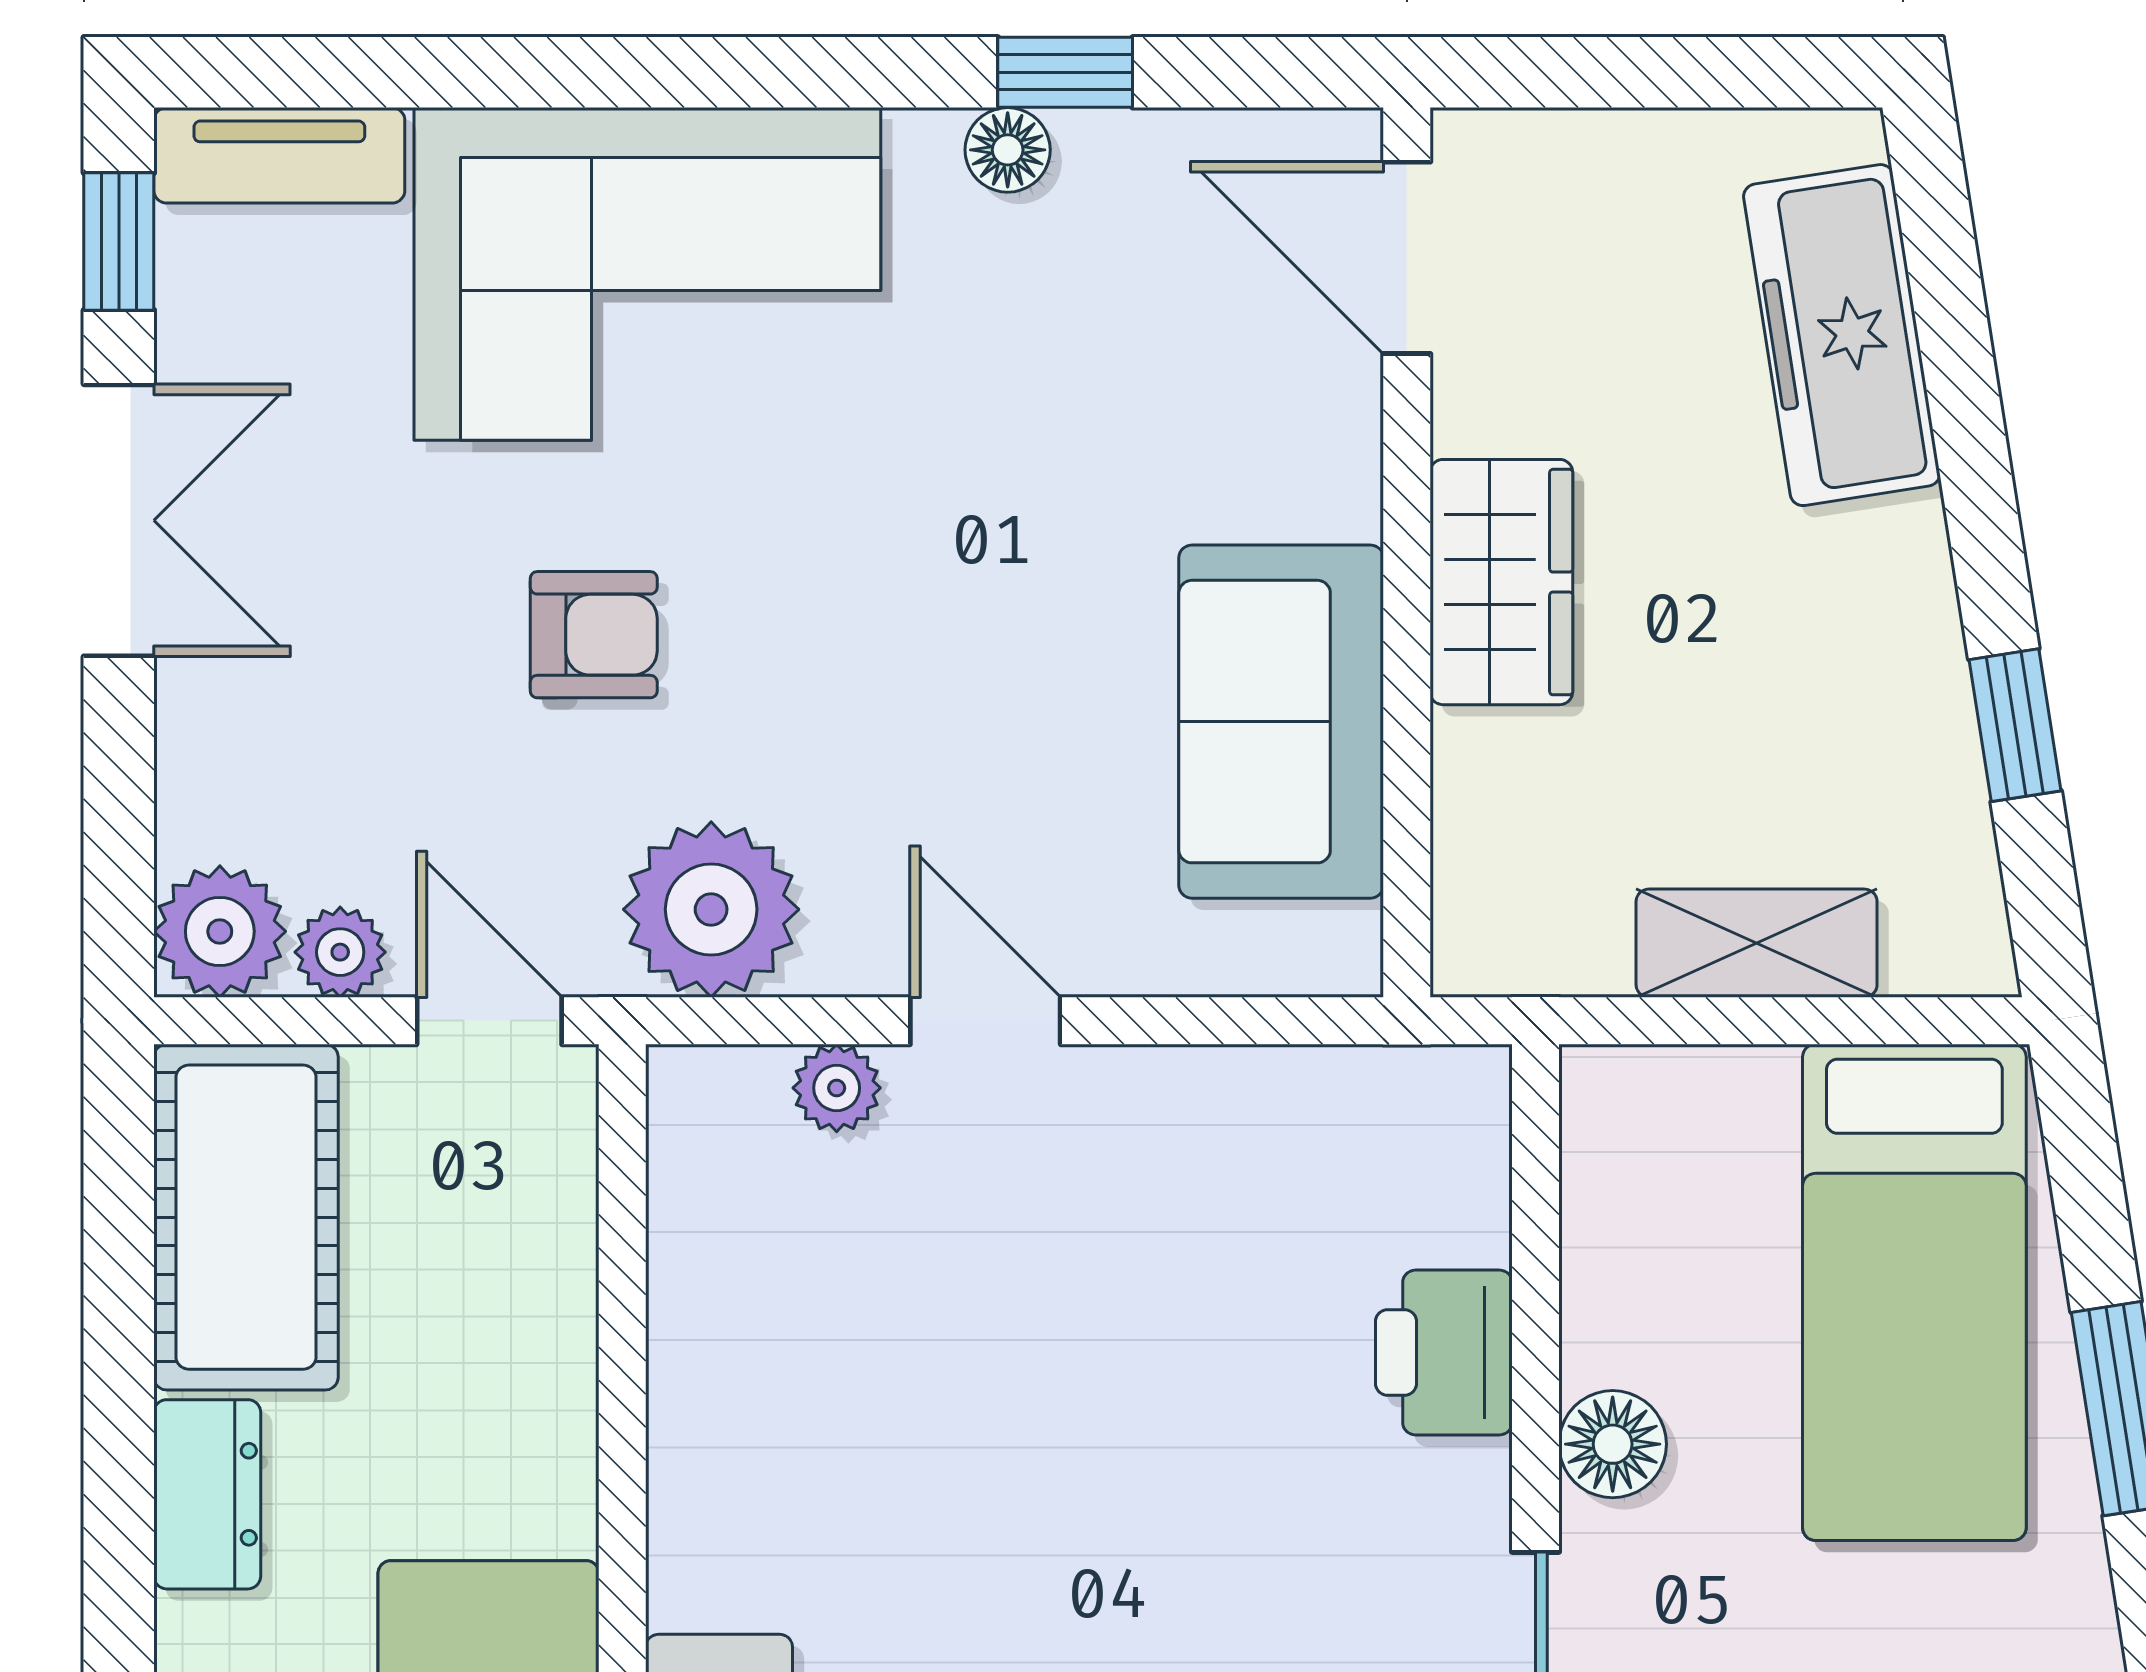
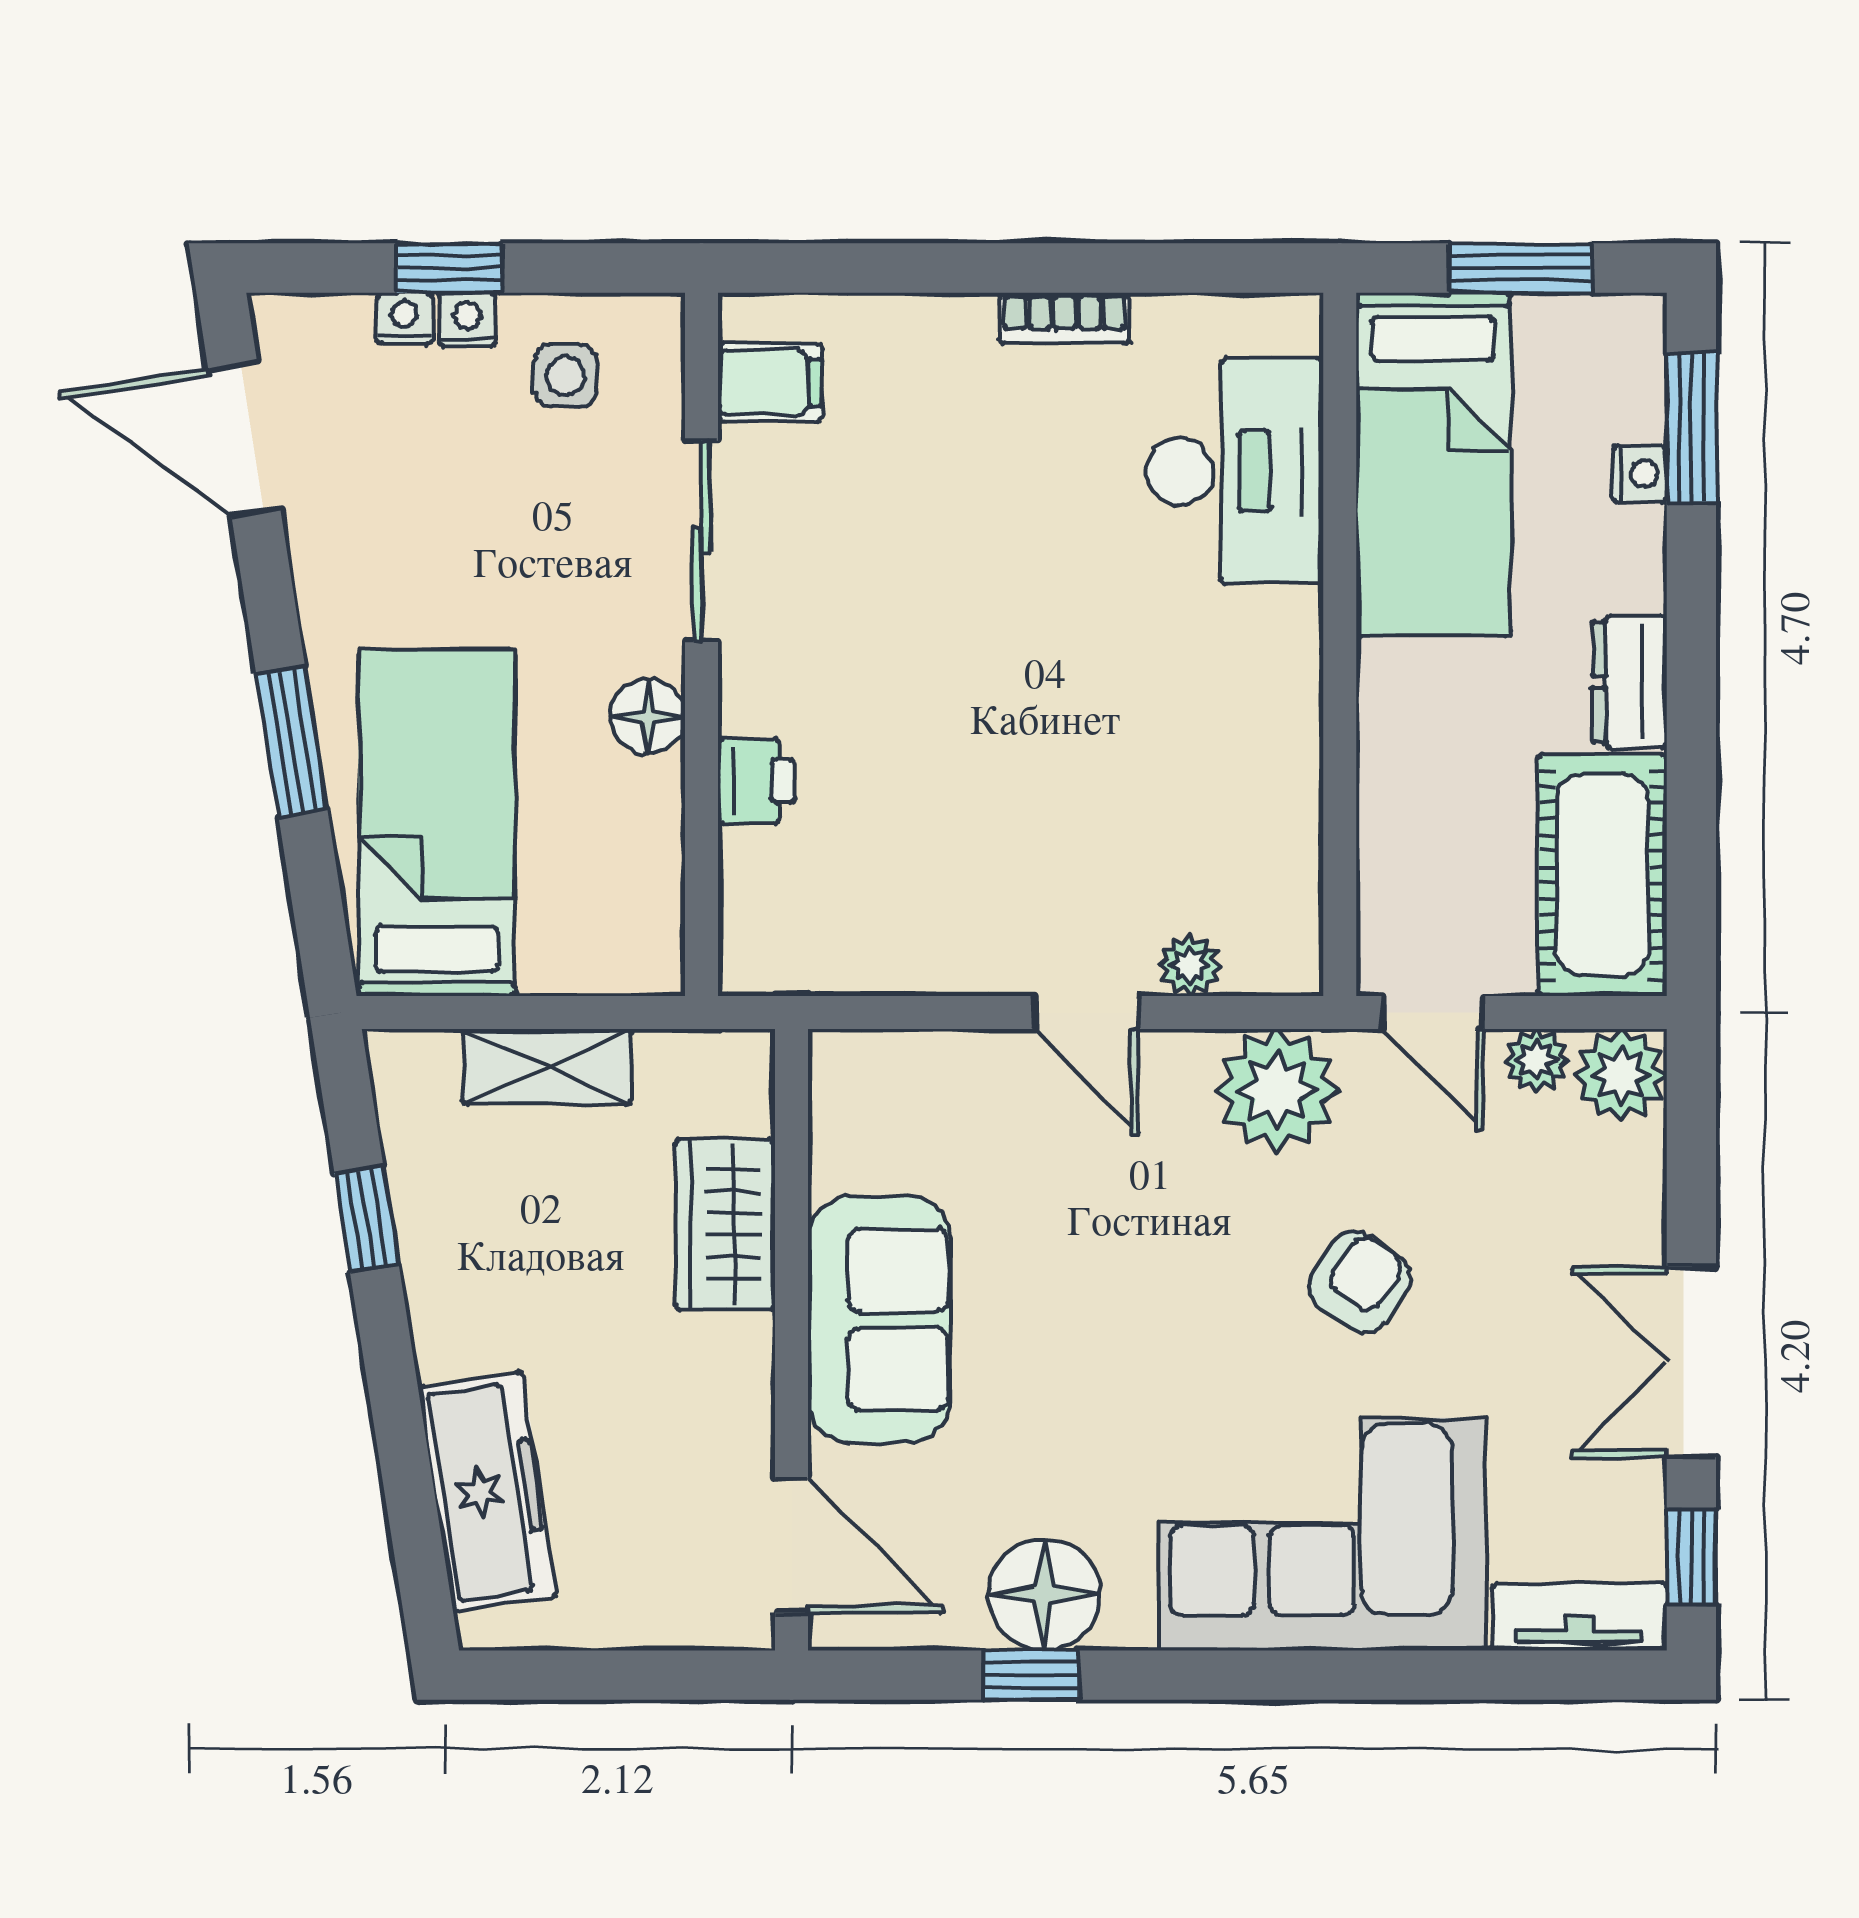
floor lamp: (1008, 150) -> (1044, 1595), width x1.89, depth x1.89
wardrobe: (1501, 582) -> (725, 1224), moved
armchair: (594, 635) -> (1360, 1282), turned 125
sofa: (1281, 722) -> (879, 1320), moved
printer: (1444, 1352) -> (756, 781), width x0.73, depth x0.81

